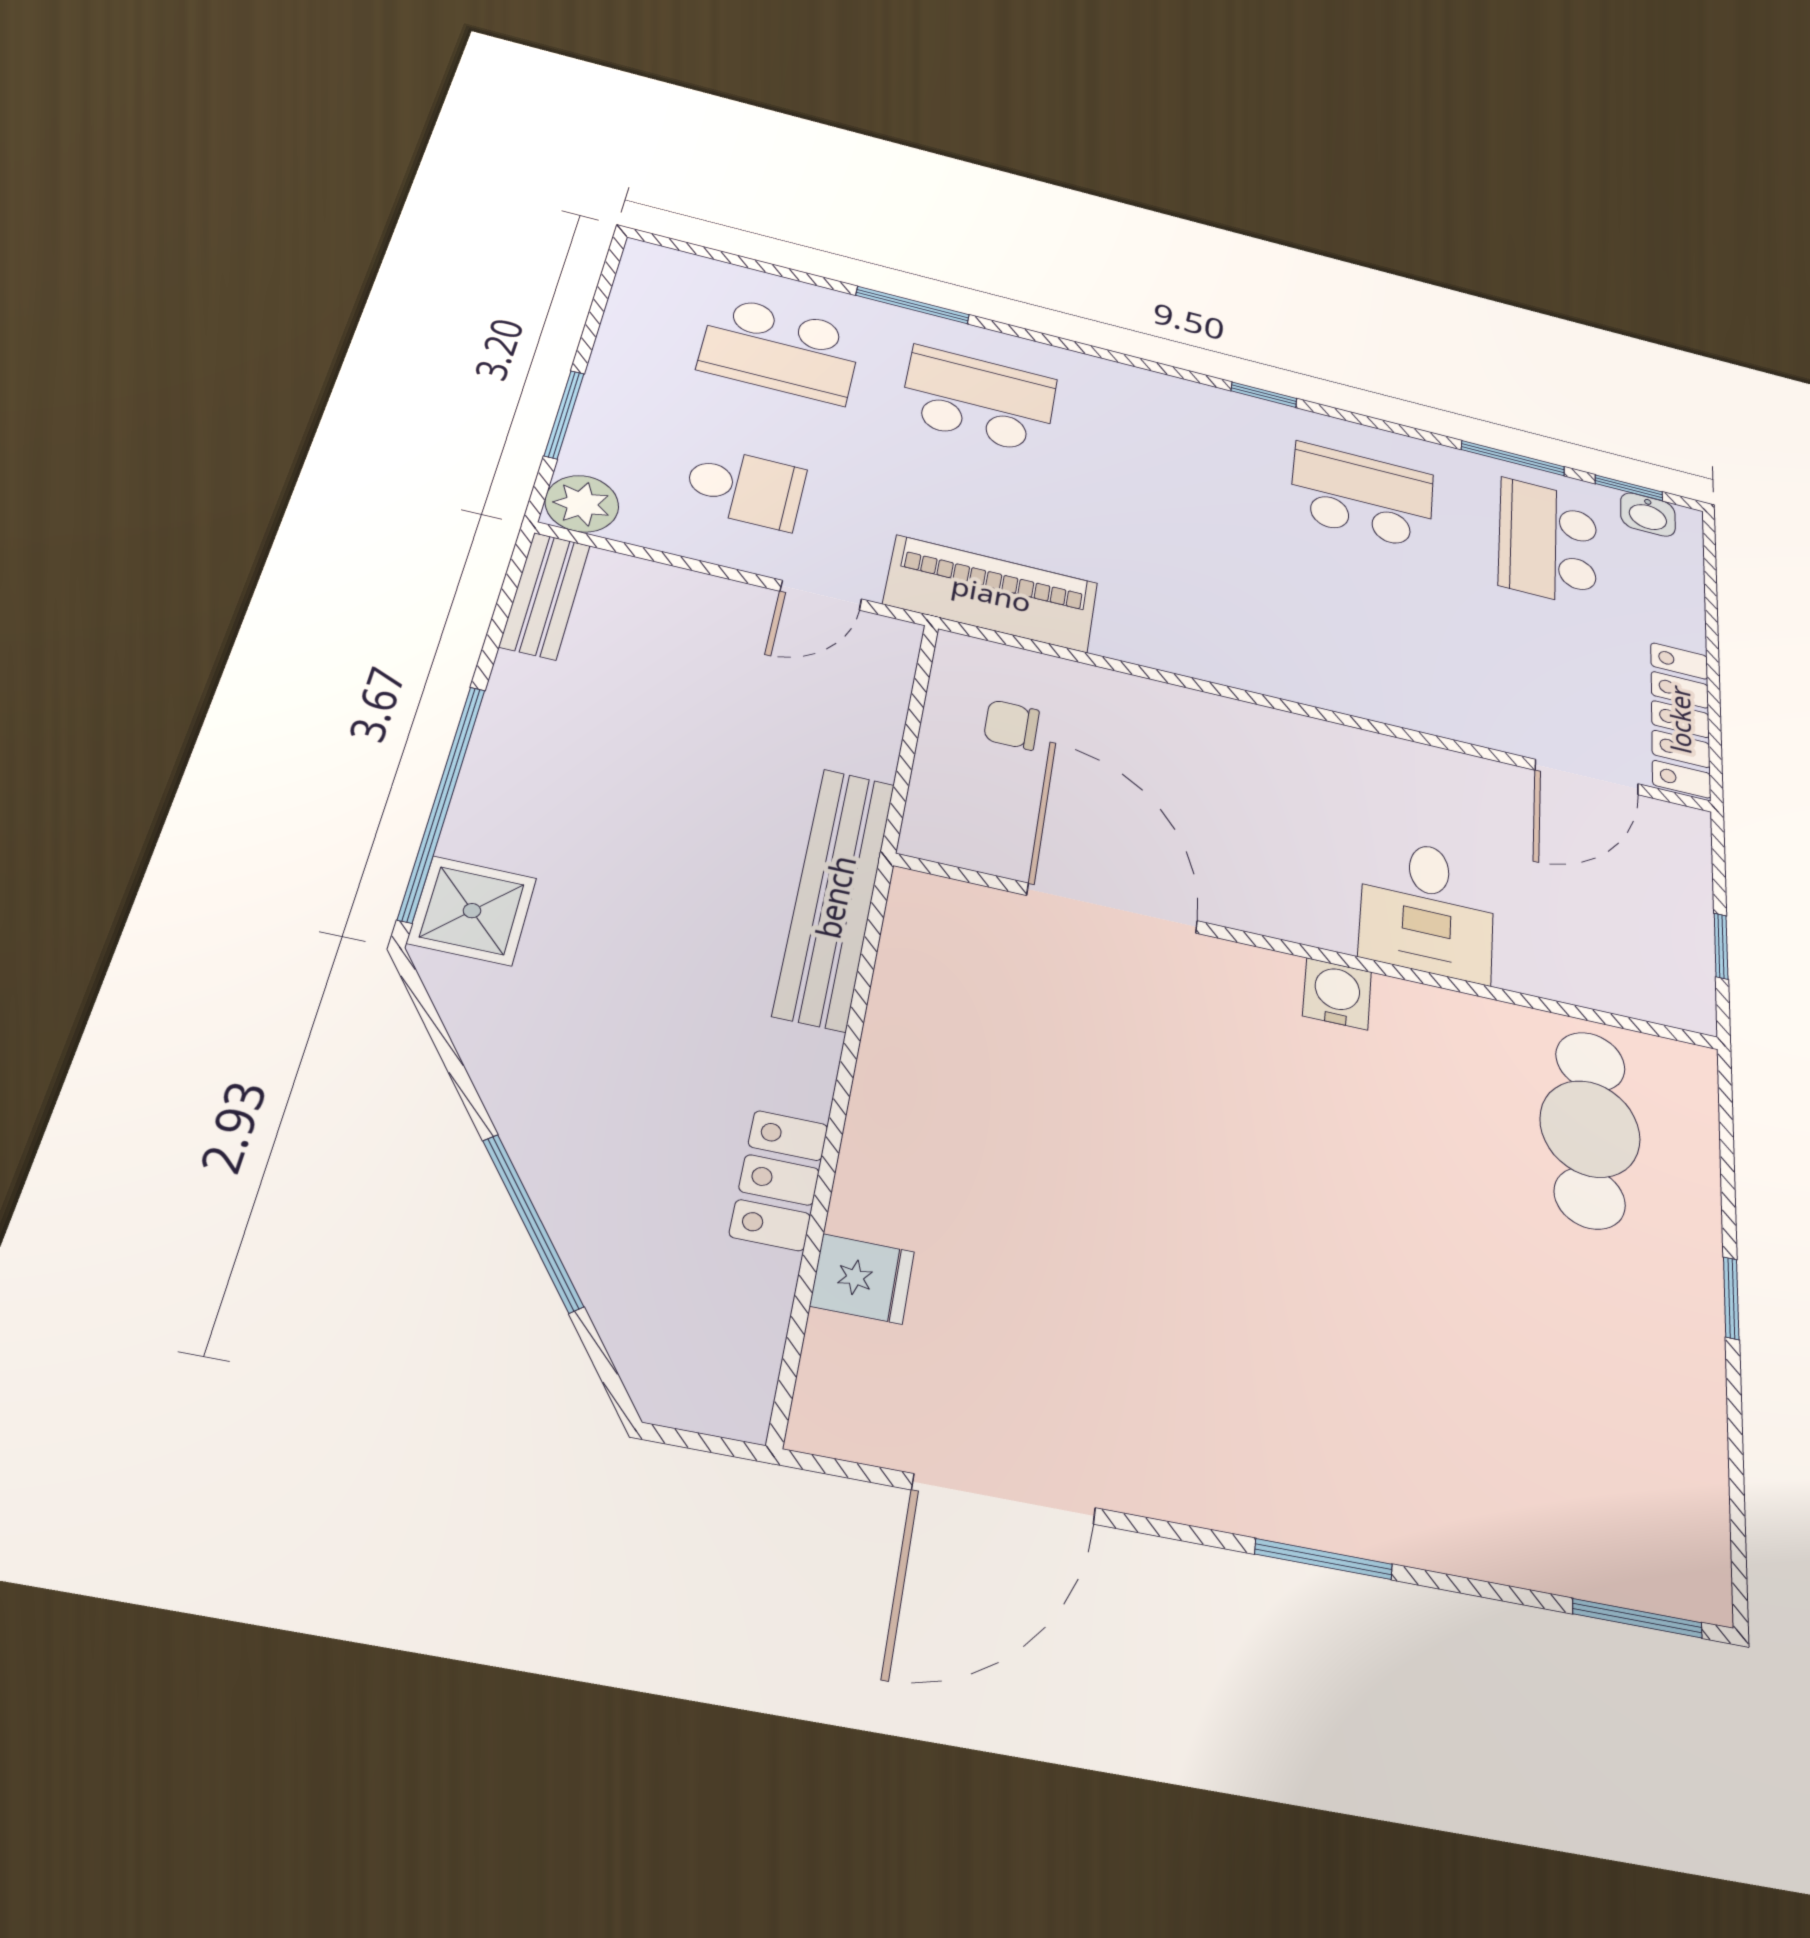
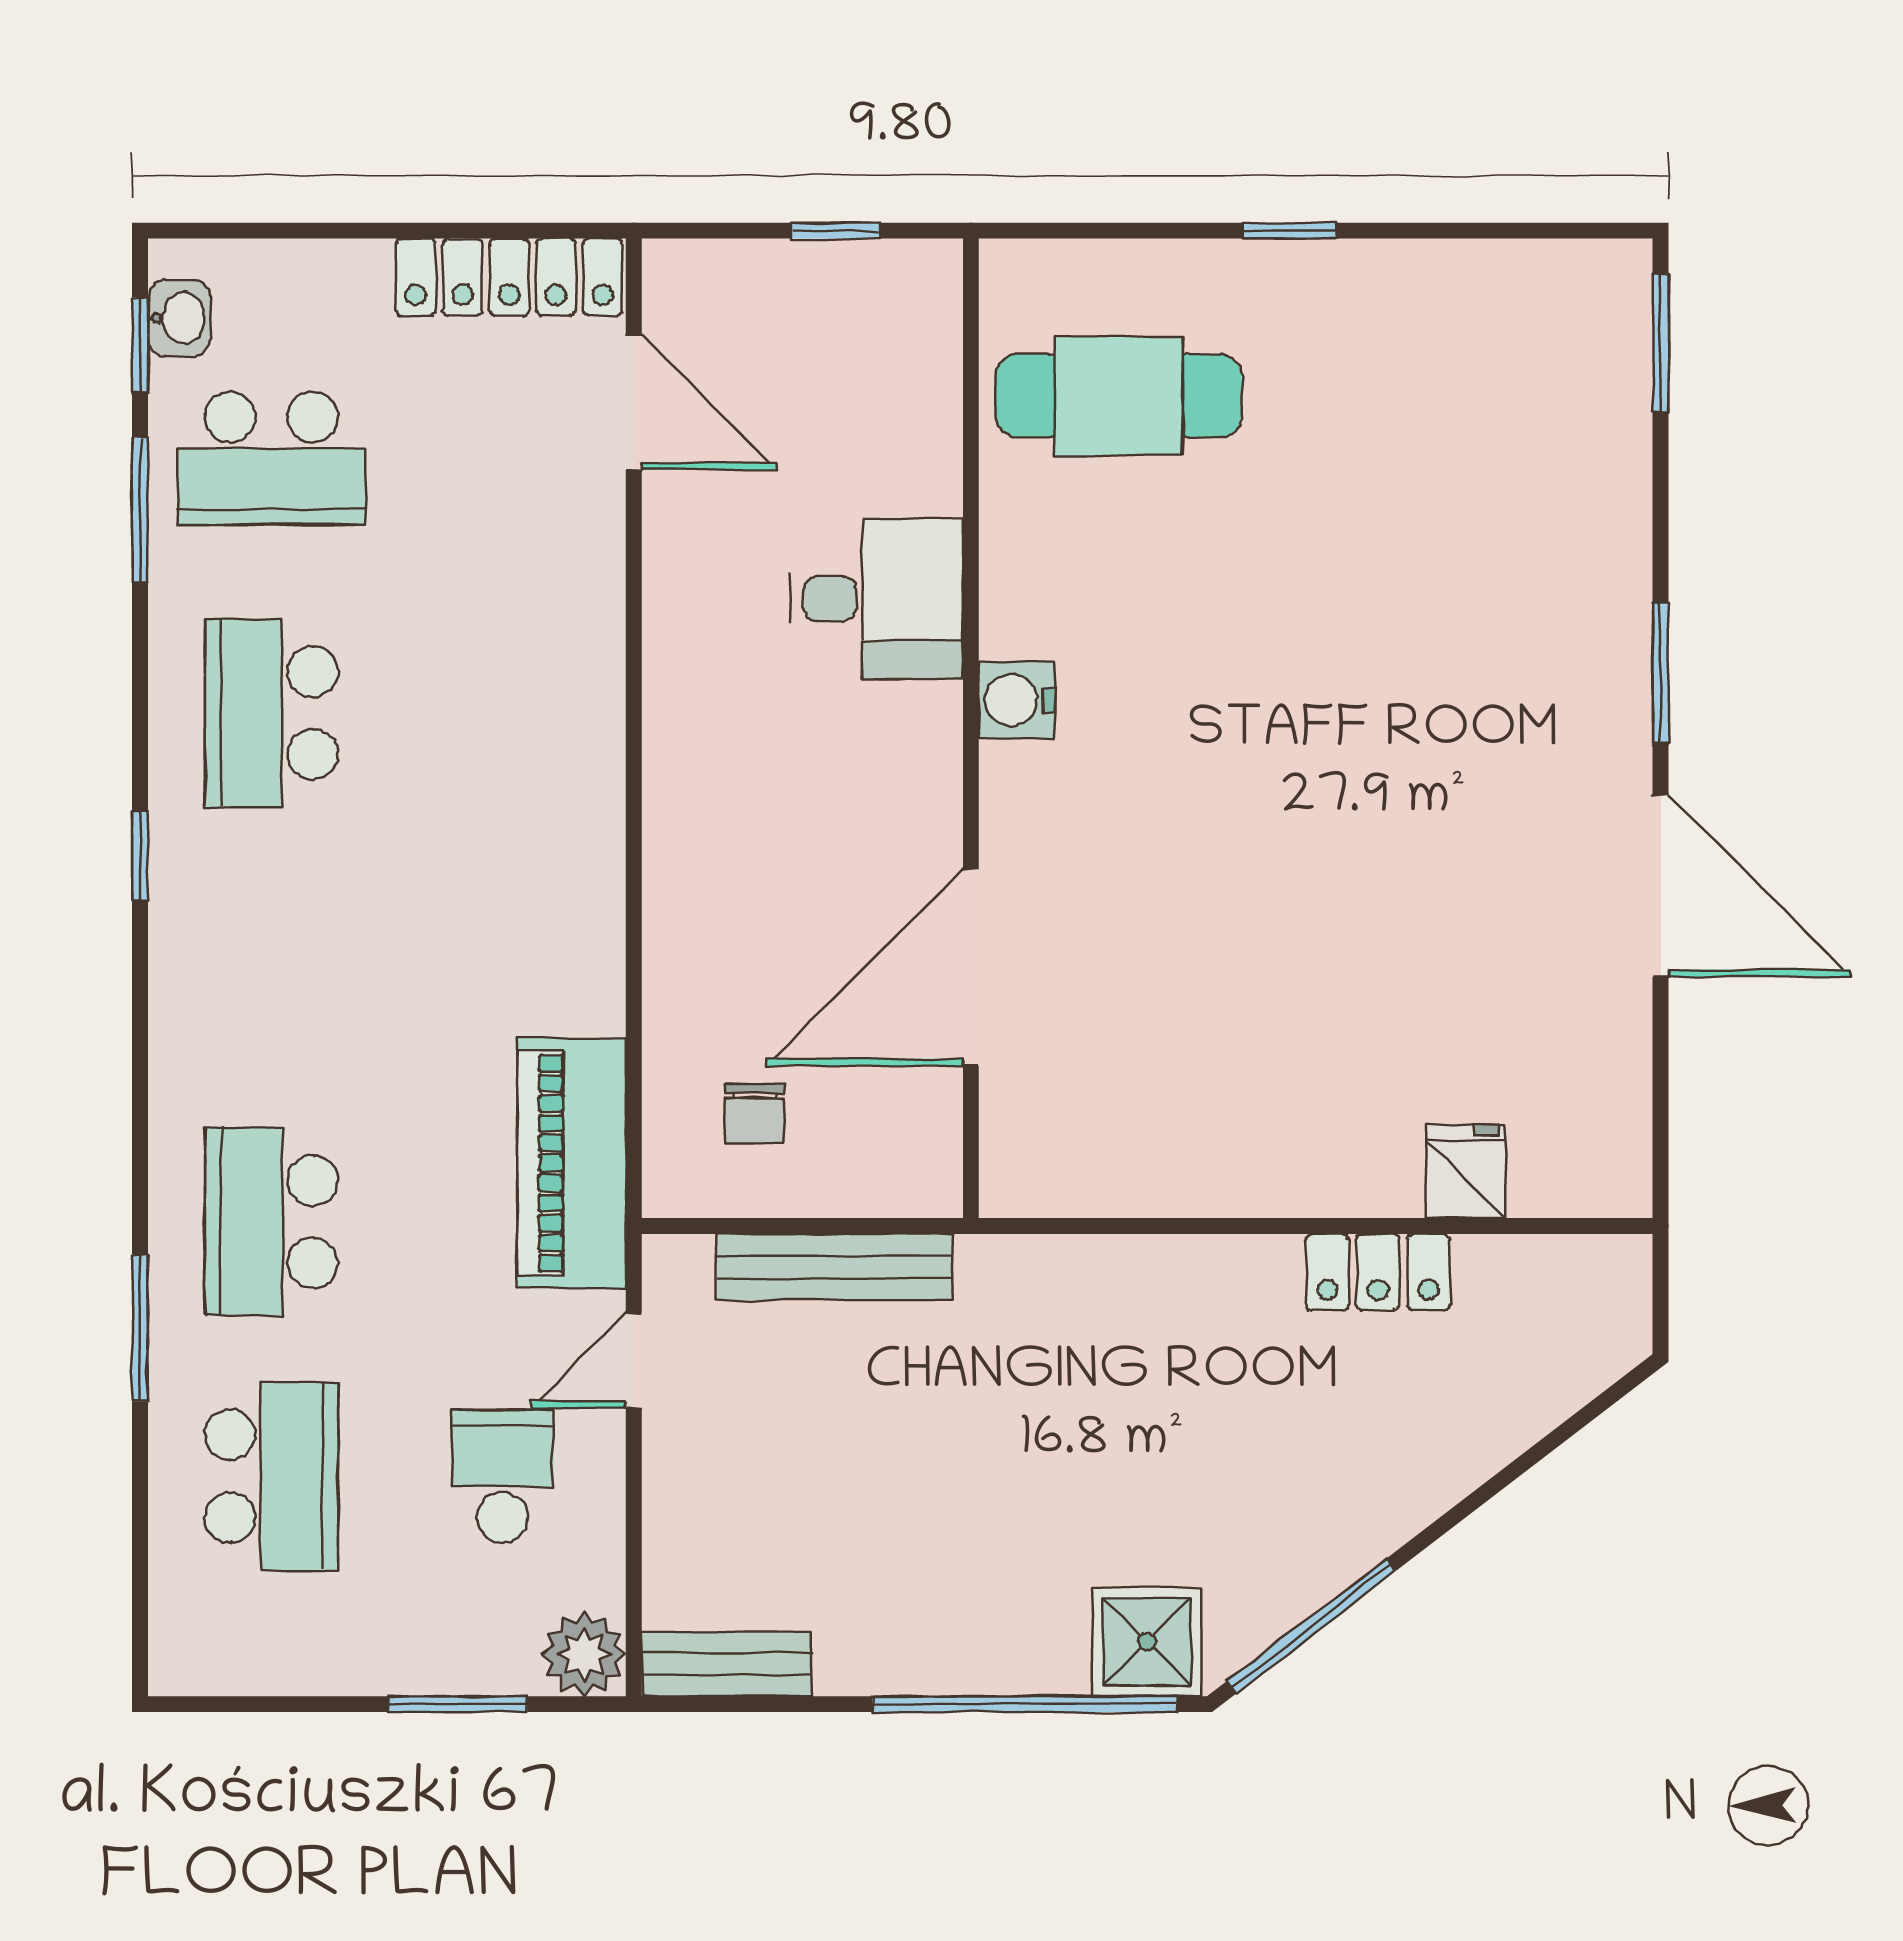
door: (821, 595) -> (634, 1361), swing flipped
bench: (835, 897) -> (834, 1267), moved, width x0.73, depth x0.82
window: (533, 1223) -> (1311, 1626), moved
door: (1004, 1499) -> (1661, 886), moved

